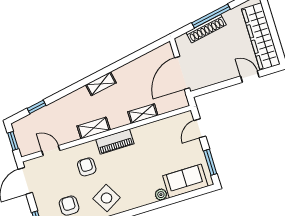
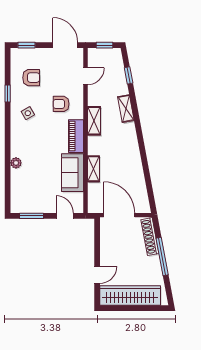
shoe rack: (206, 29) -> (150, 237), moved
shelving: (101, 84) -> (126, 109), moved
armchair: (87, 167) -> (61, 104), turned 180
sofa: (185, 181) -> (72, 173), moved, turned 180
side table: (107, 198) -> (28, 113), width x0.54, depth x0.54

